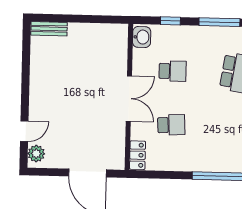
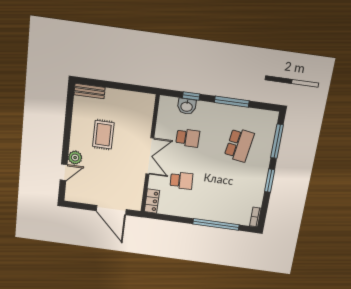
washbasin: (142, 37) -> (187, 106), moved, turned 90
rug: (70, 79) -> (103, 135), added
plant: (36, 154) -> (75, 158), moved

